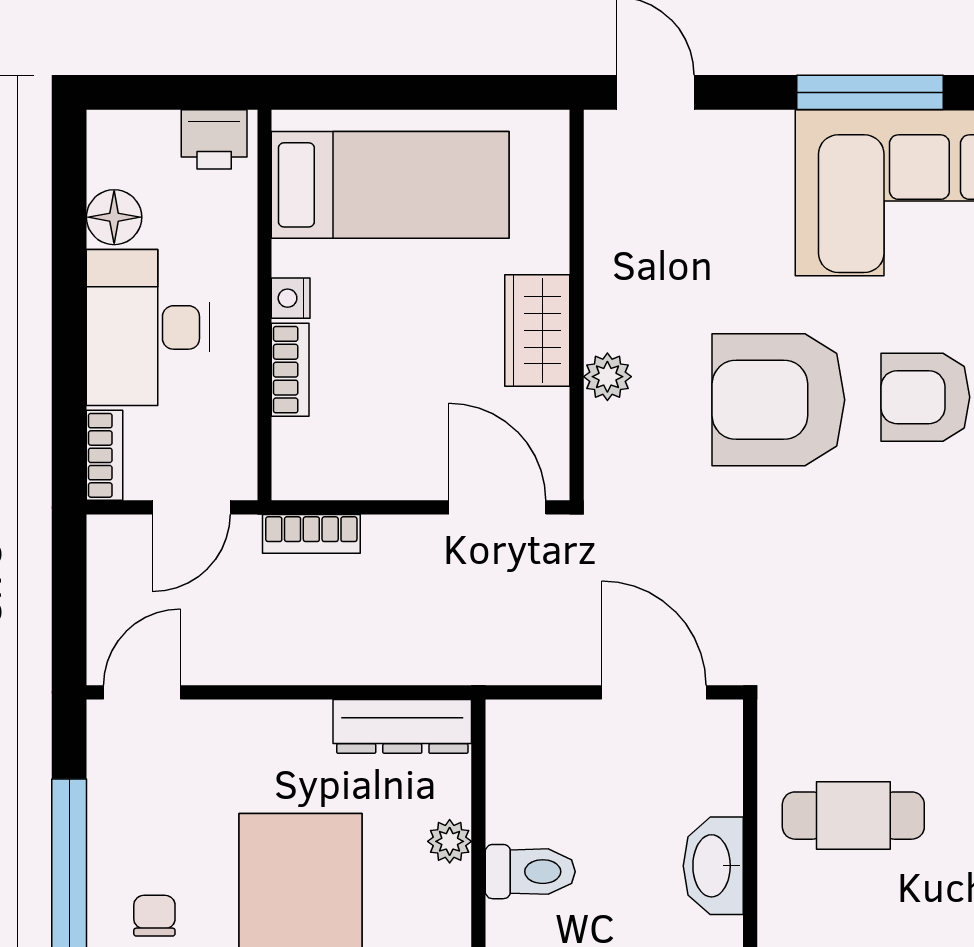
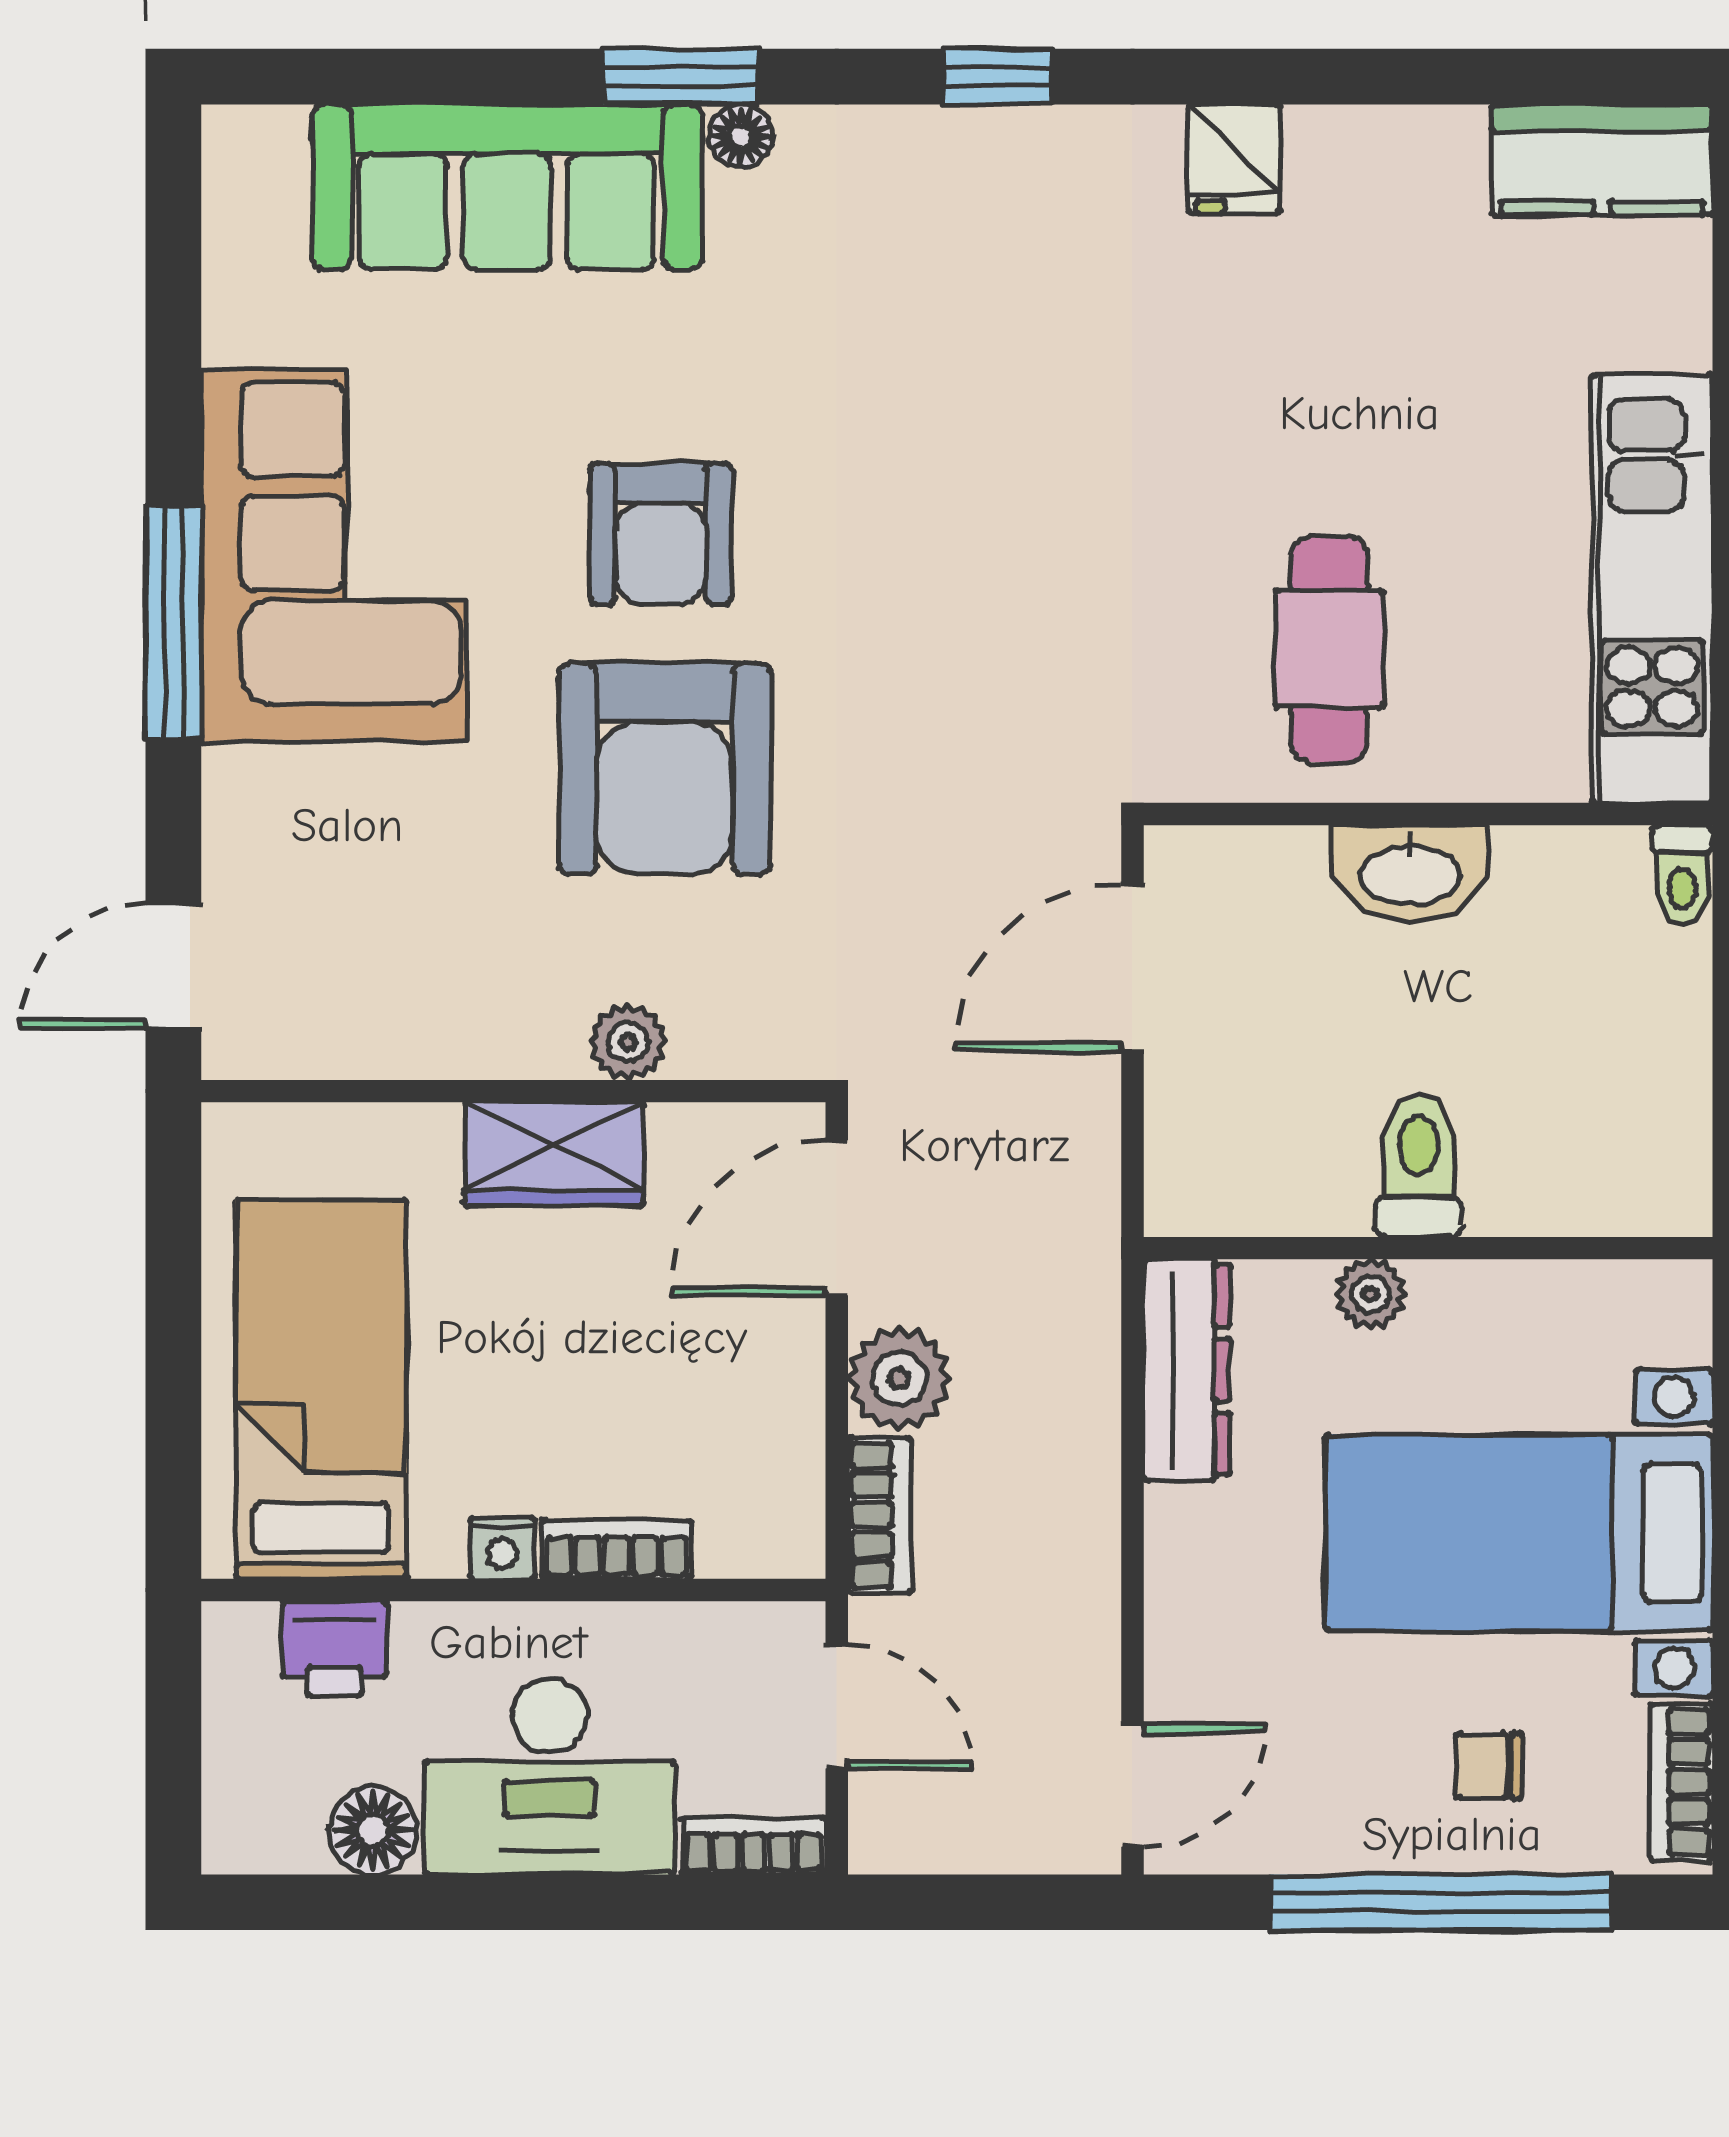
printer: (214, 139) -> (334, 1649), moved, turned 90
plant: (397, 546) -> (899, 1378), added
door: (142, 692) -> (1132, 1786), swing flipped

